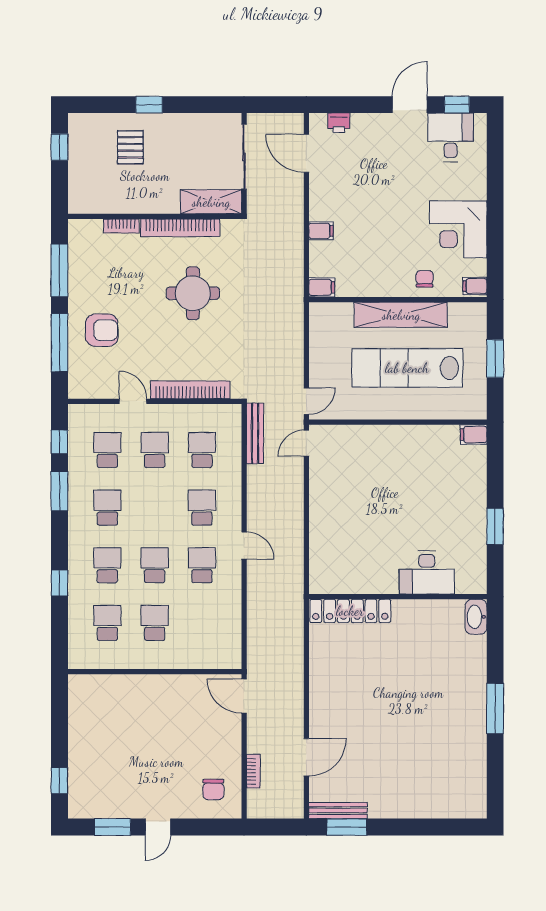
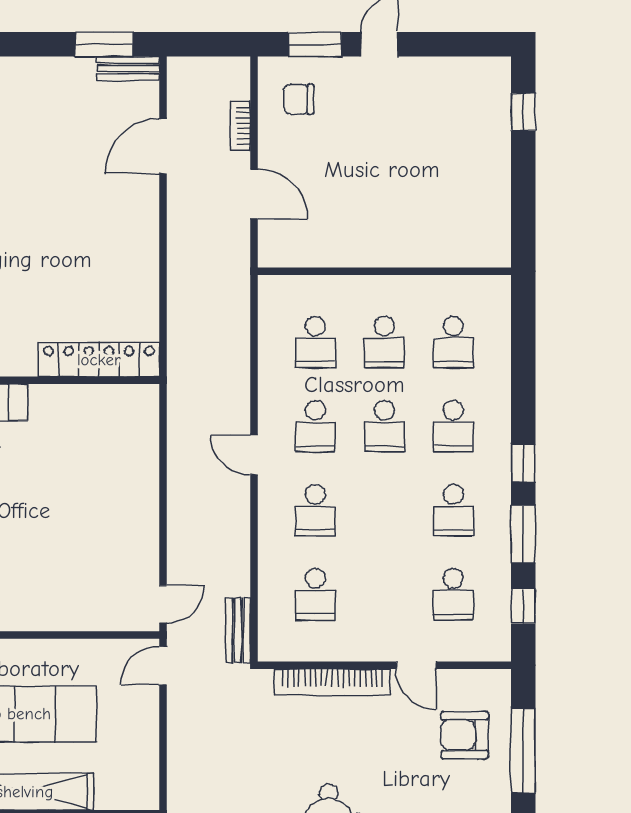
armchair: (102, 330) -> (465, 735), moved
bench: (255, 433) -> (238, 630), width x0.73
school desk: (155, 450) -> (315, 342), moved
window: (59, 583) -> (523, 463), moved
door: (244, 696) -> (254, 194), moved
chair: (213, 789) -> (299, 99), turned -90
bench: (338, 811) -> (128, 68), width x0.73
window: (112, 827) -> (315, 44), moved

